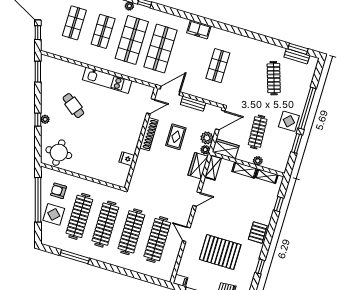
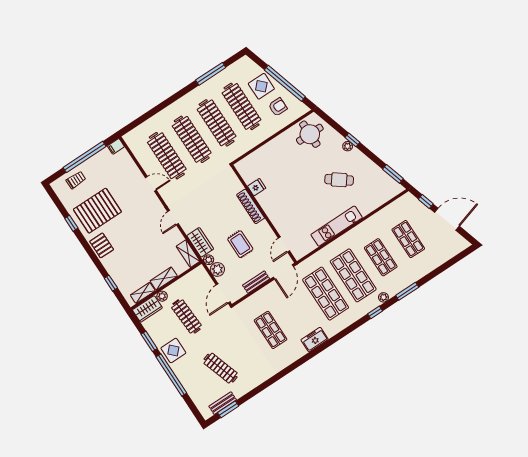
shoe rack: (149, 134) -> (251, 206), moved
wardrobe: (226, 149) -> (147, 309), moved
pallet: (220, 252) -> (97, 211), moved

